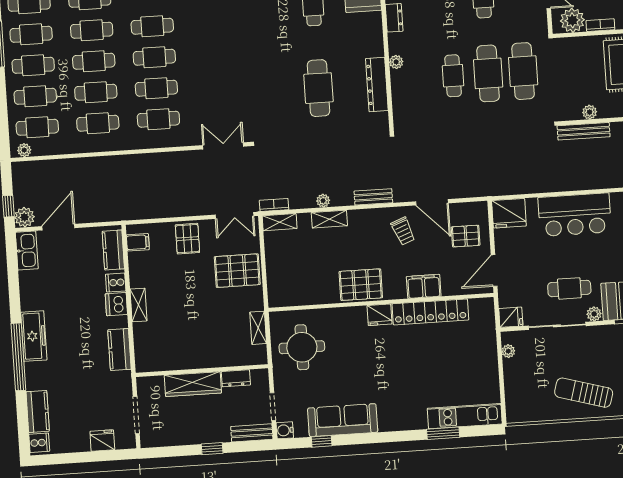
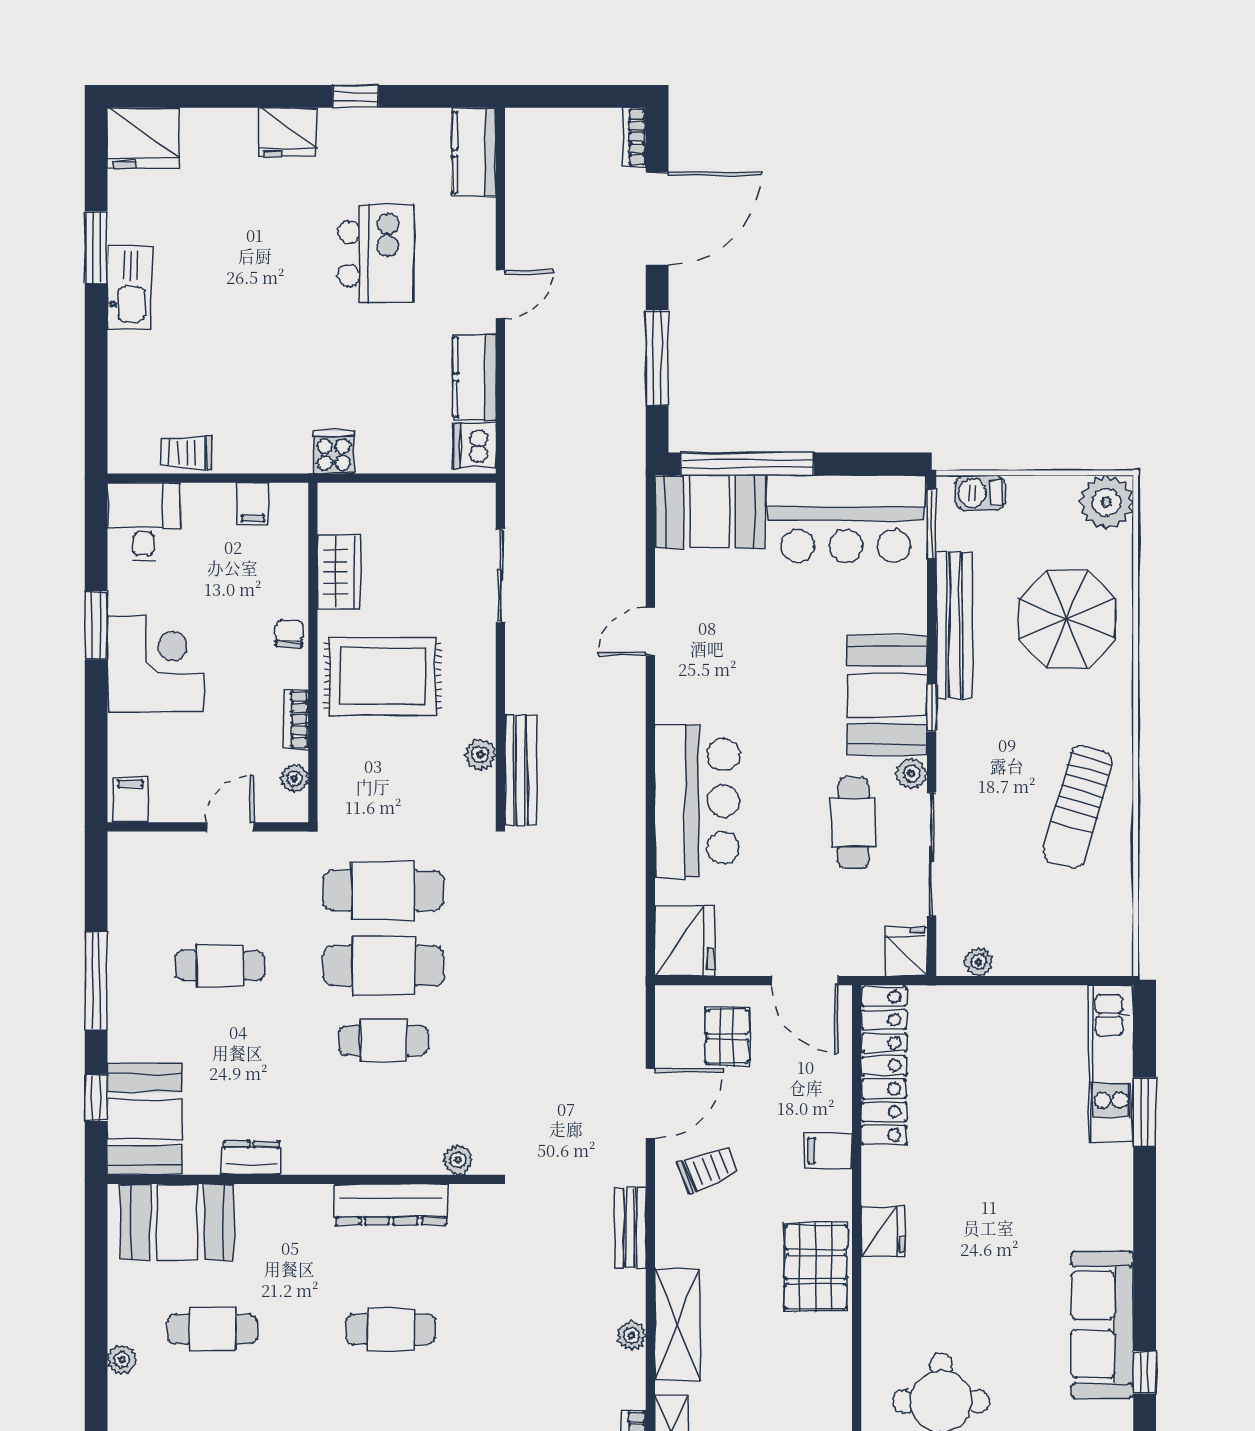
plant: (572, 20) -> (294, 778), width x0.53, depth x0.53
plant: (396, 62) -> (458, 1160), moved
cafe table: (318, 88) -> (391, 1329), width x0.73, depth x0.74
shelving: (329, 219) -> (677, 1325), width x1.50, depth x1.33
filing cabinet: (424, 286) -> (828, 1151), width x0.50
locker: (430, 312) -> (884, 1066), moved

